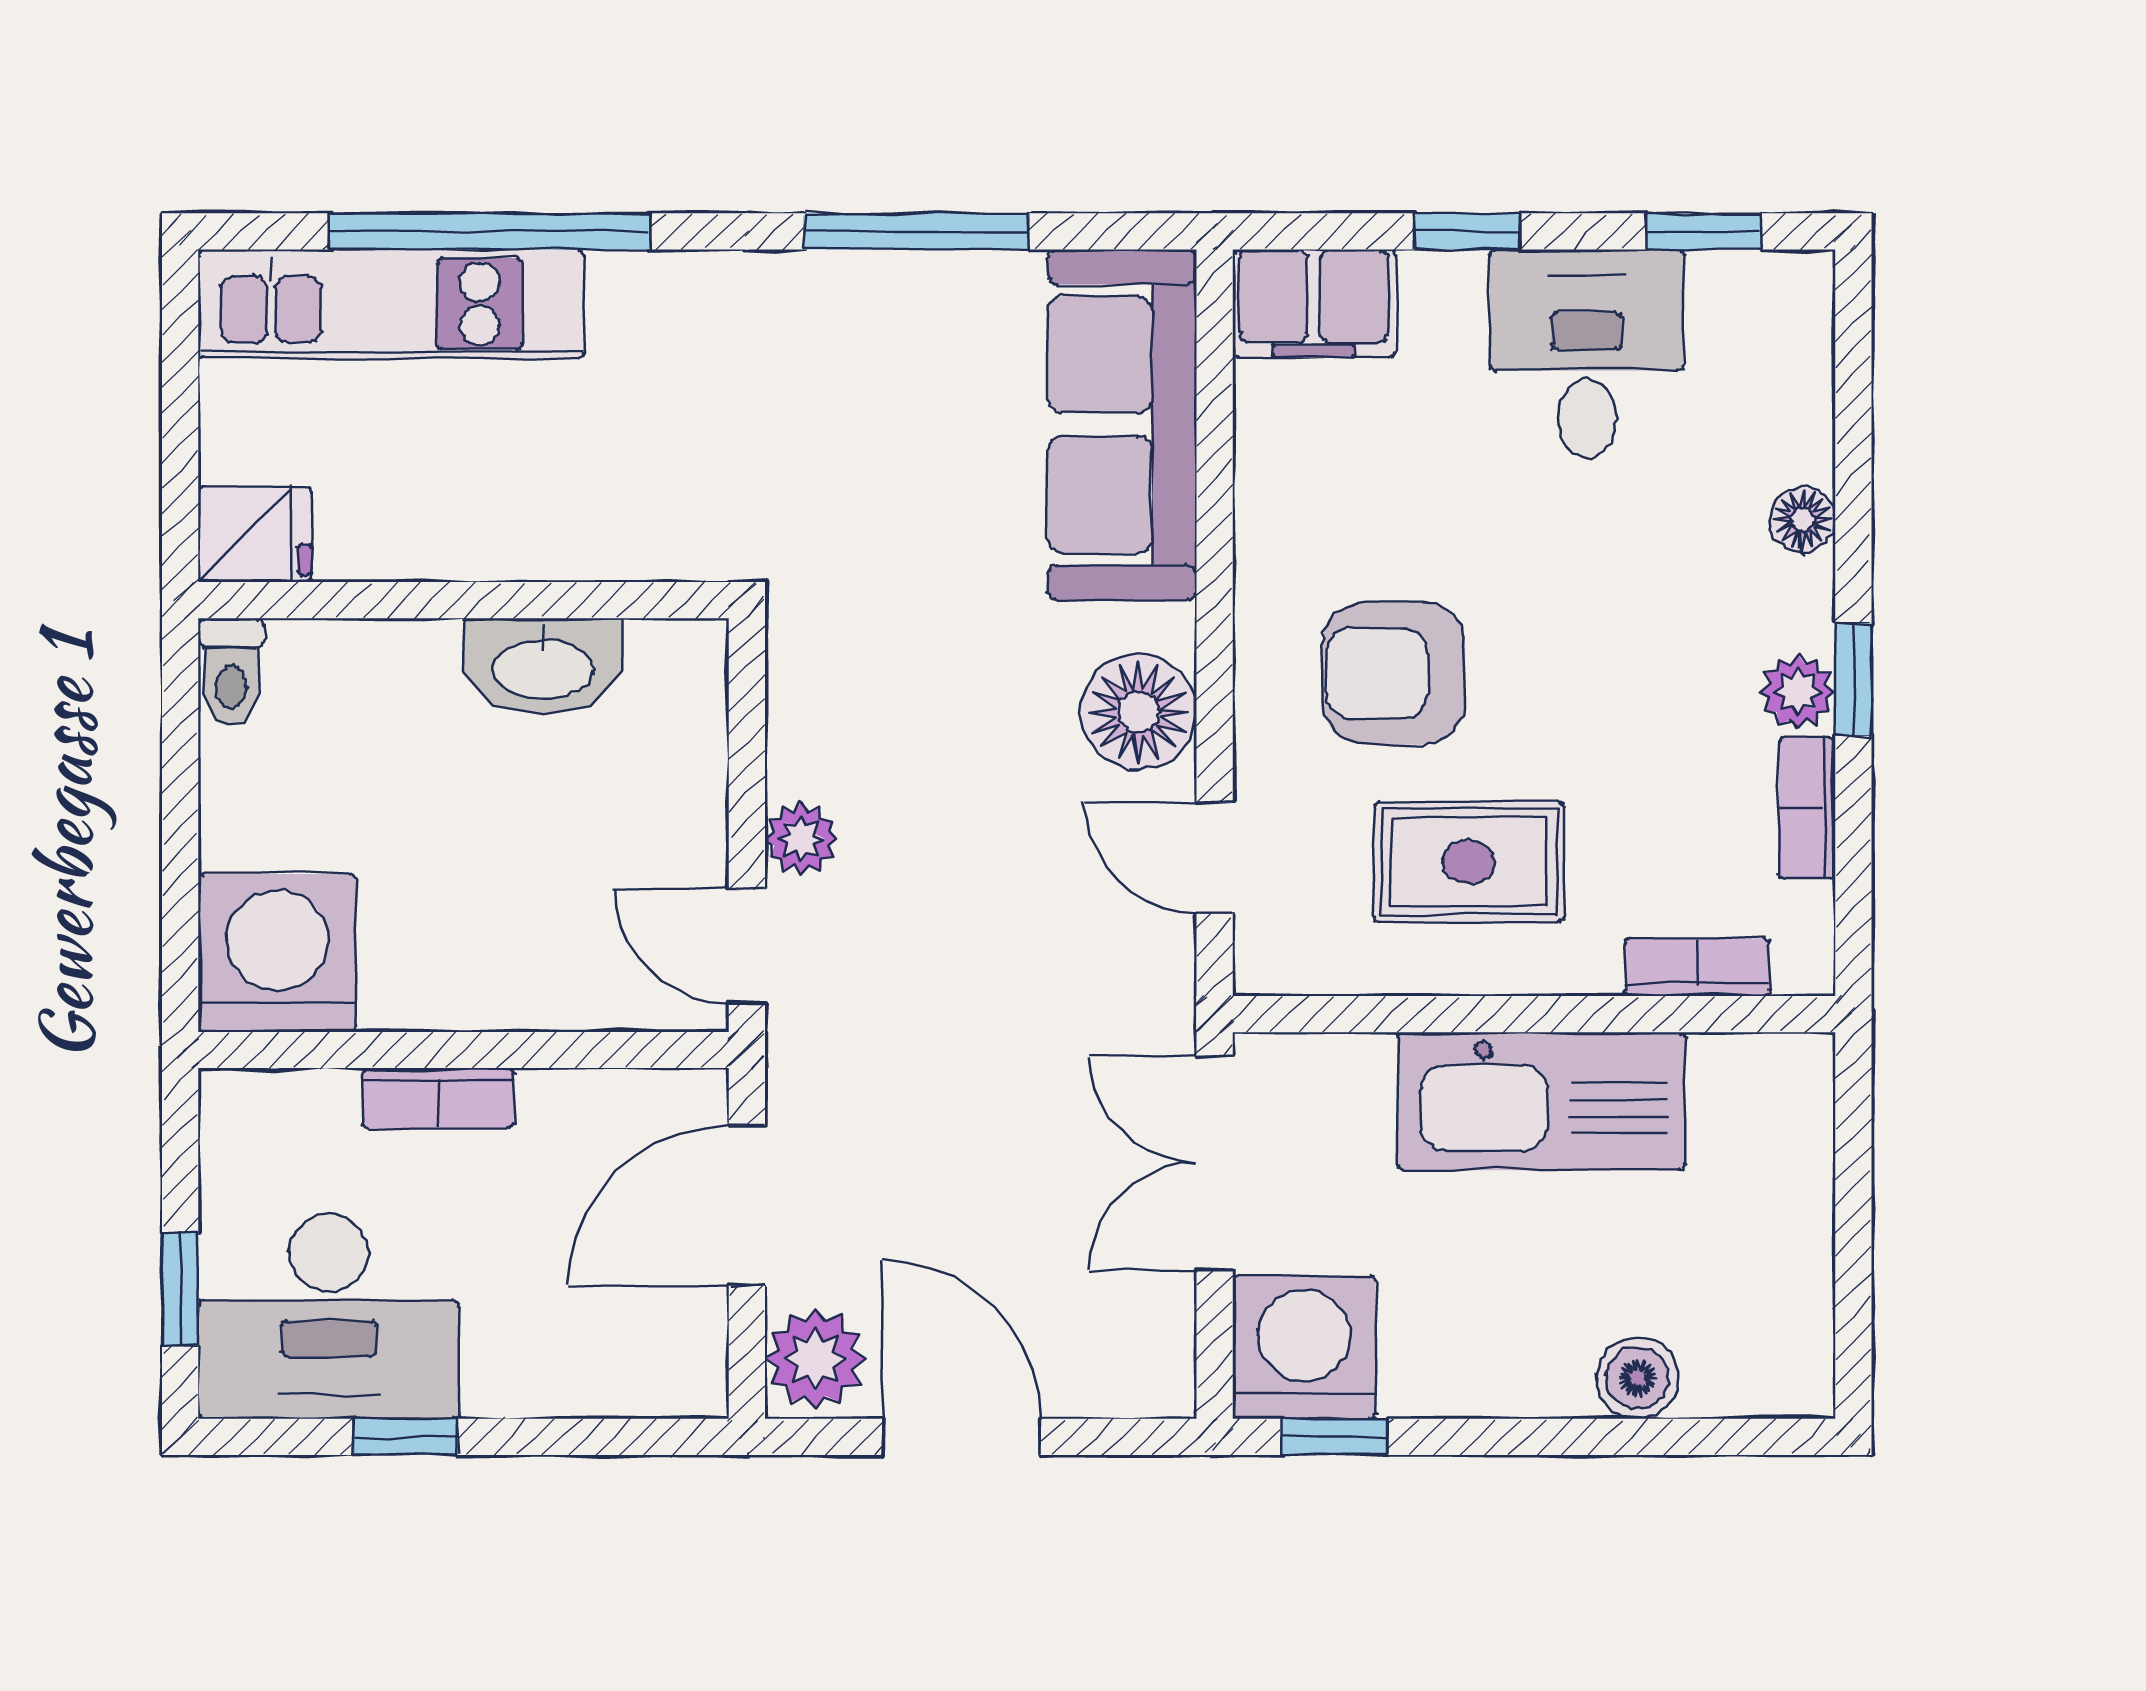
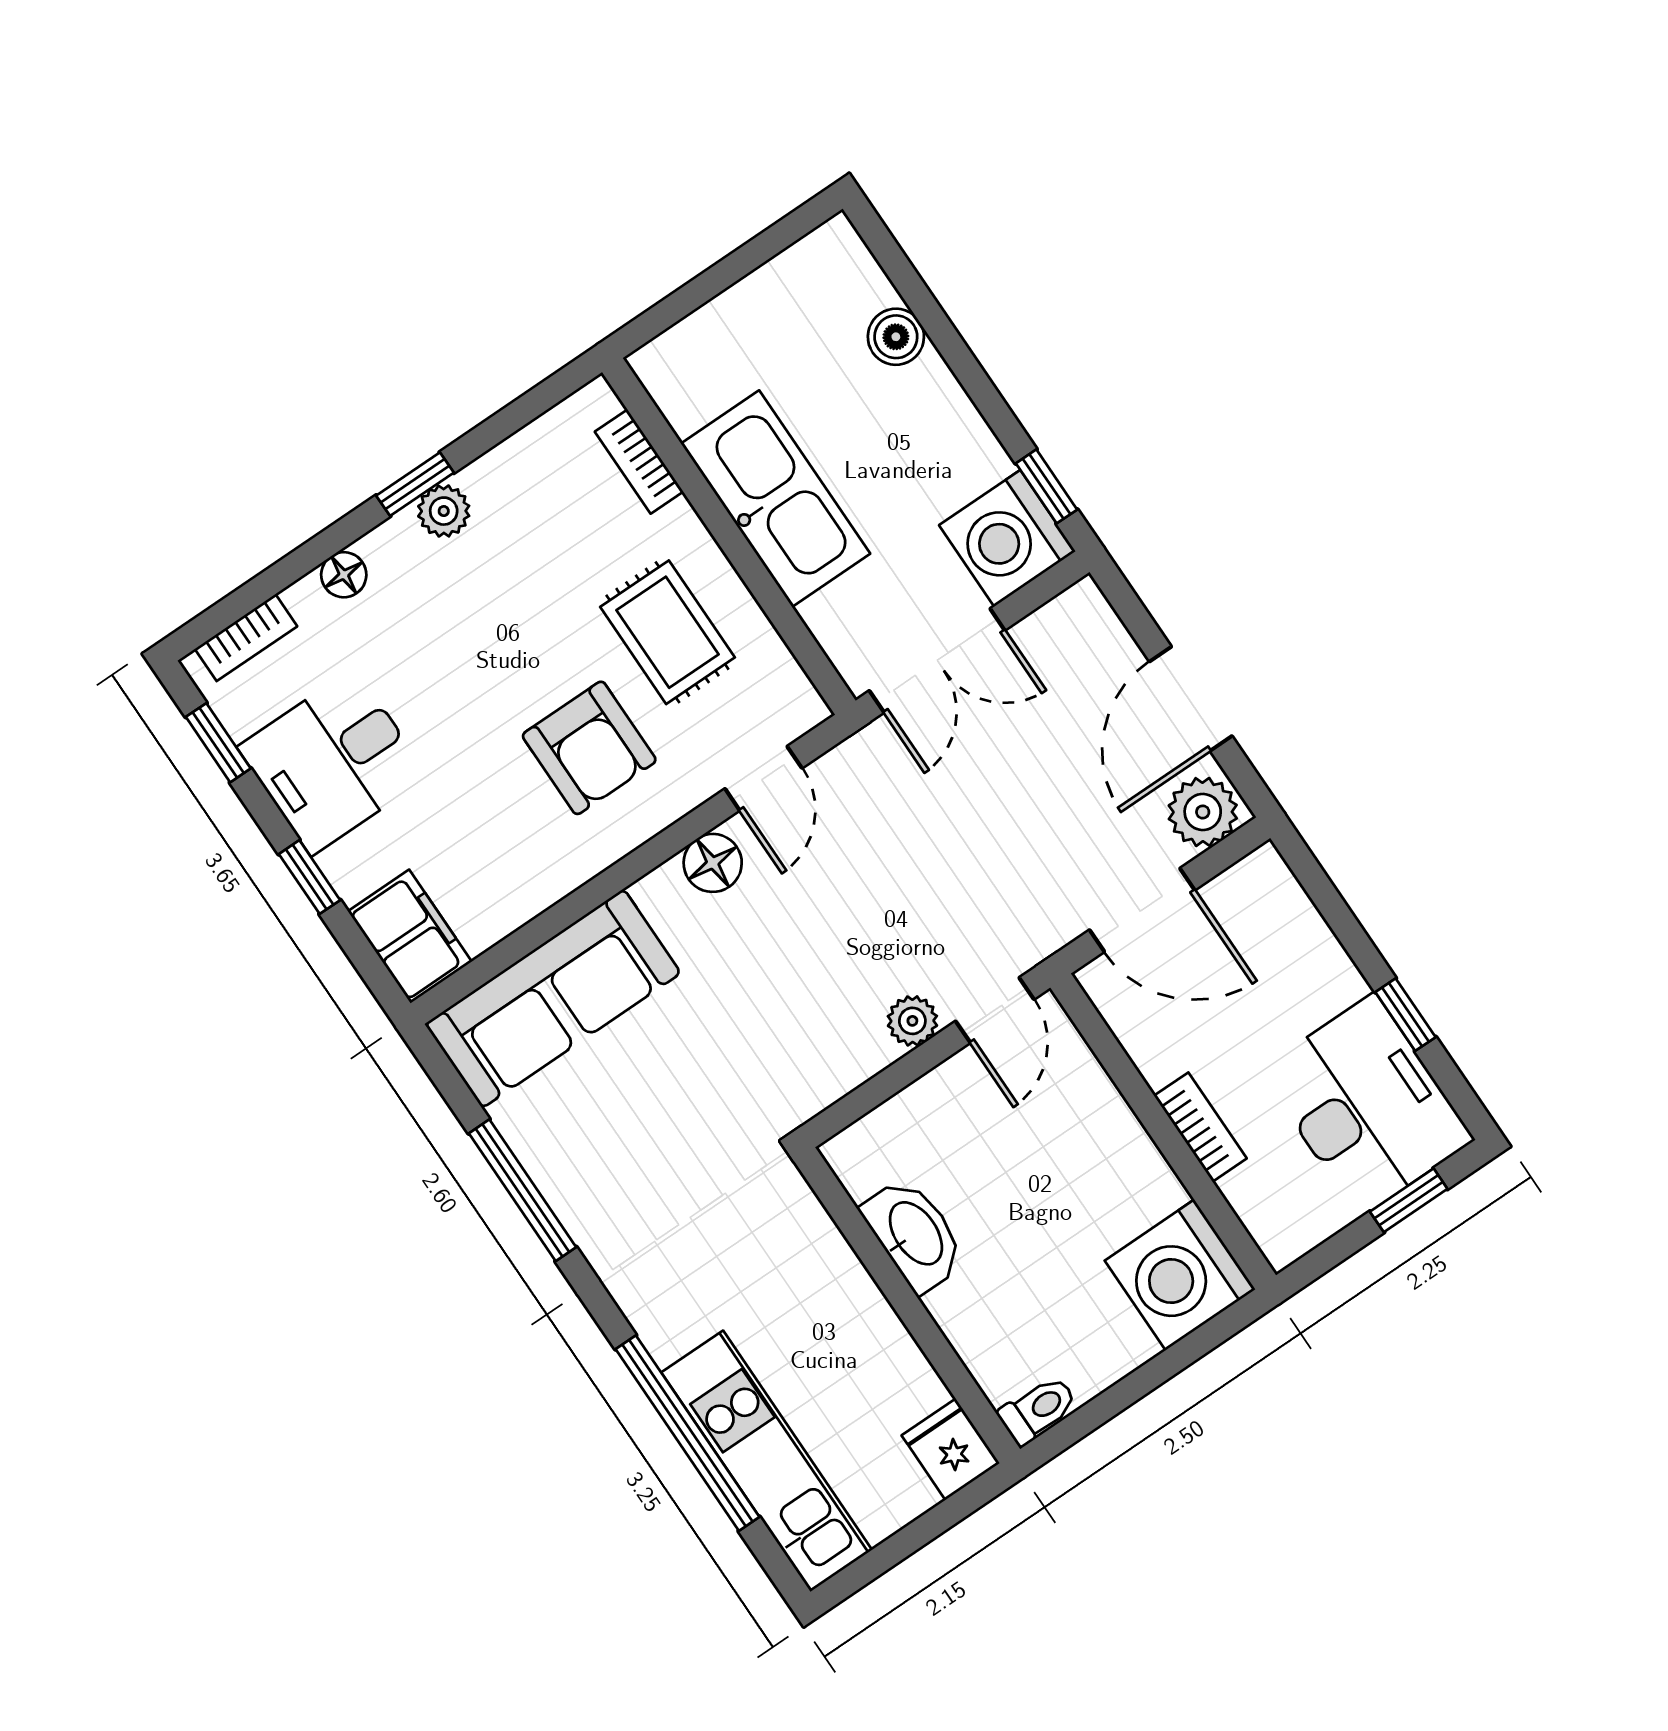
floor lamp: (1139, 712) -> (713, 863), width x0.73, depth x0.73
bookcase: (1807, 808) -> (246, 638), moved

